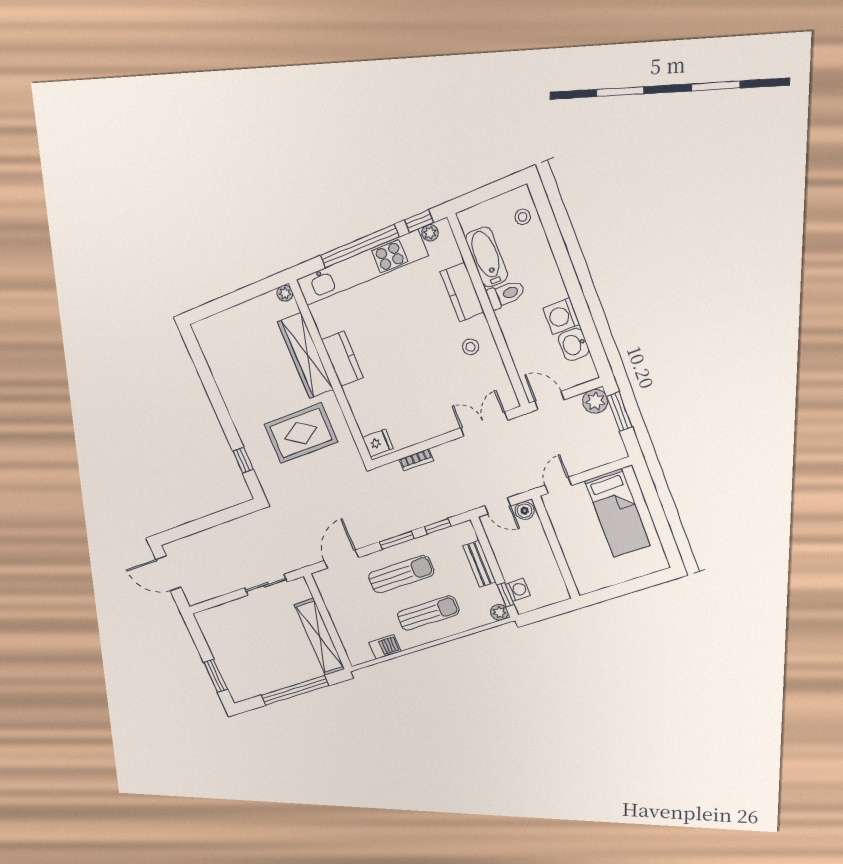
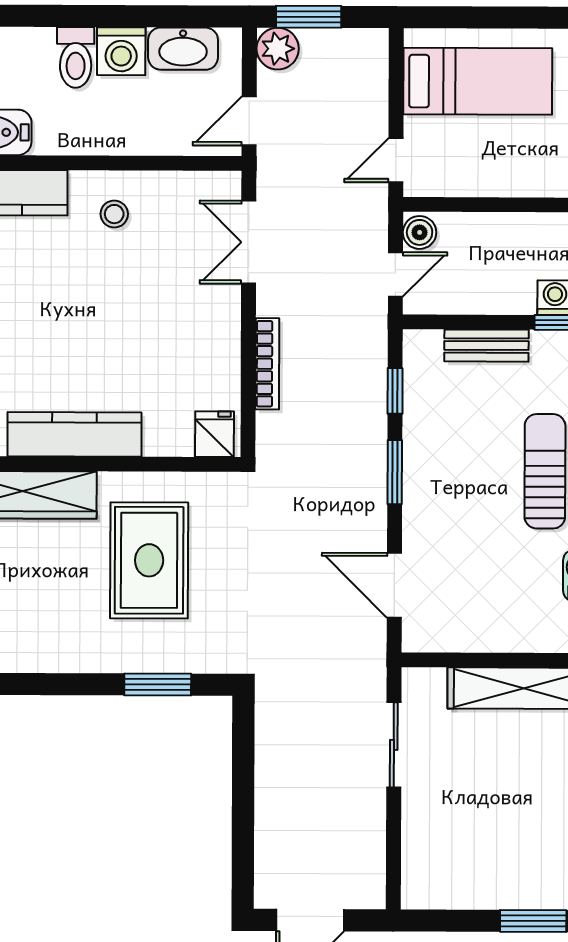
toilet: (506, 294) -> (76, 57), moved, turned 180
washbasin: (574, 344) -> (183, 49), width x1.38
kitchen counter: (342, 359) -> (74, 434), width x1.50
window: (243, 460) -> (158, 685), width x1.50
bookcase: (416, 460) -> (267, 364), width x1.56
door: (558, 485) -> (396, 160), hinge flipped
sun lounger: (401, 574) -> (458, 490), removed

